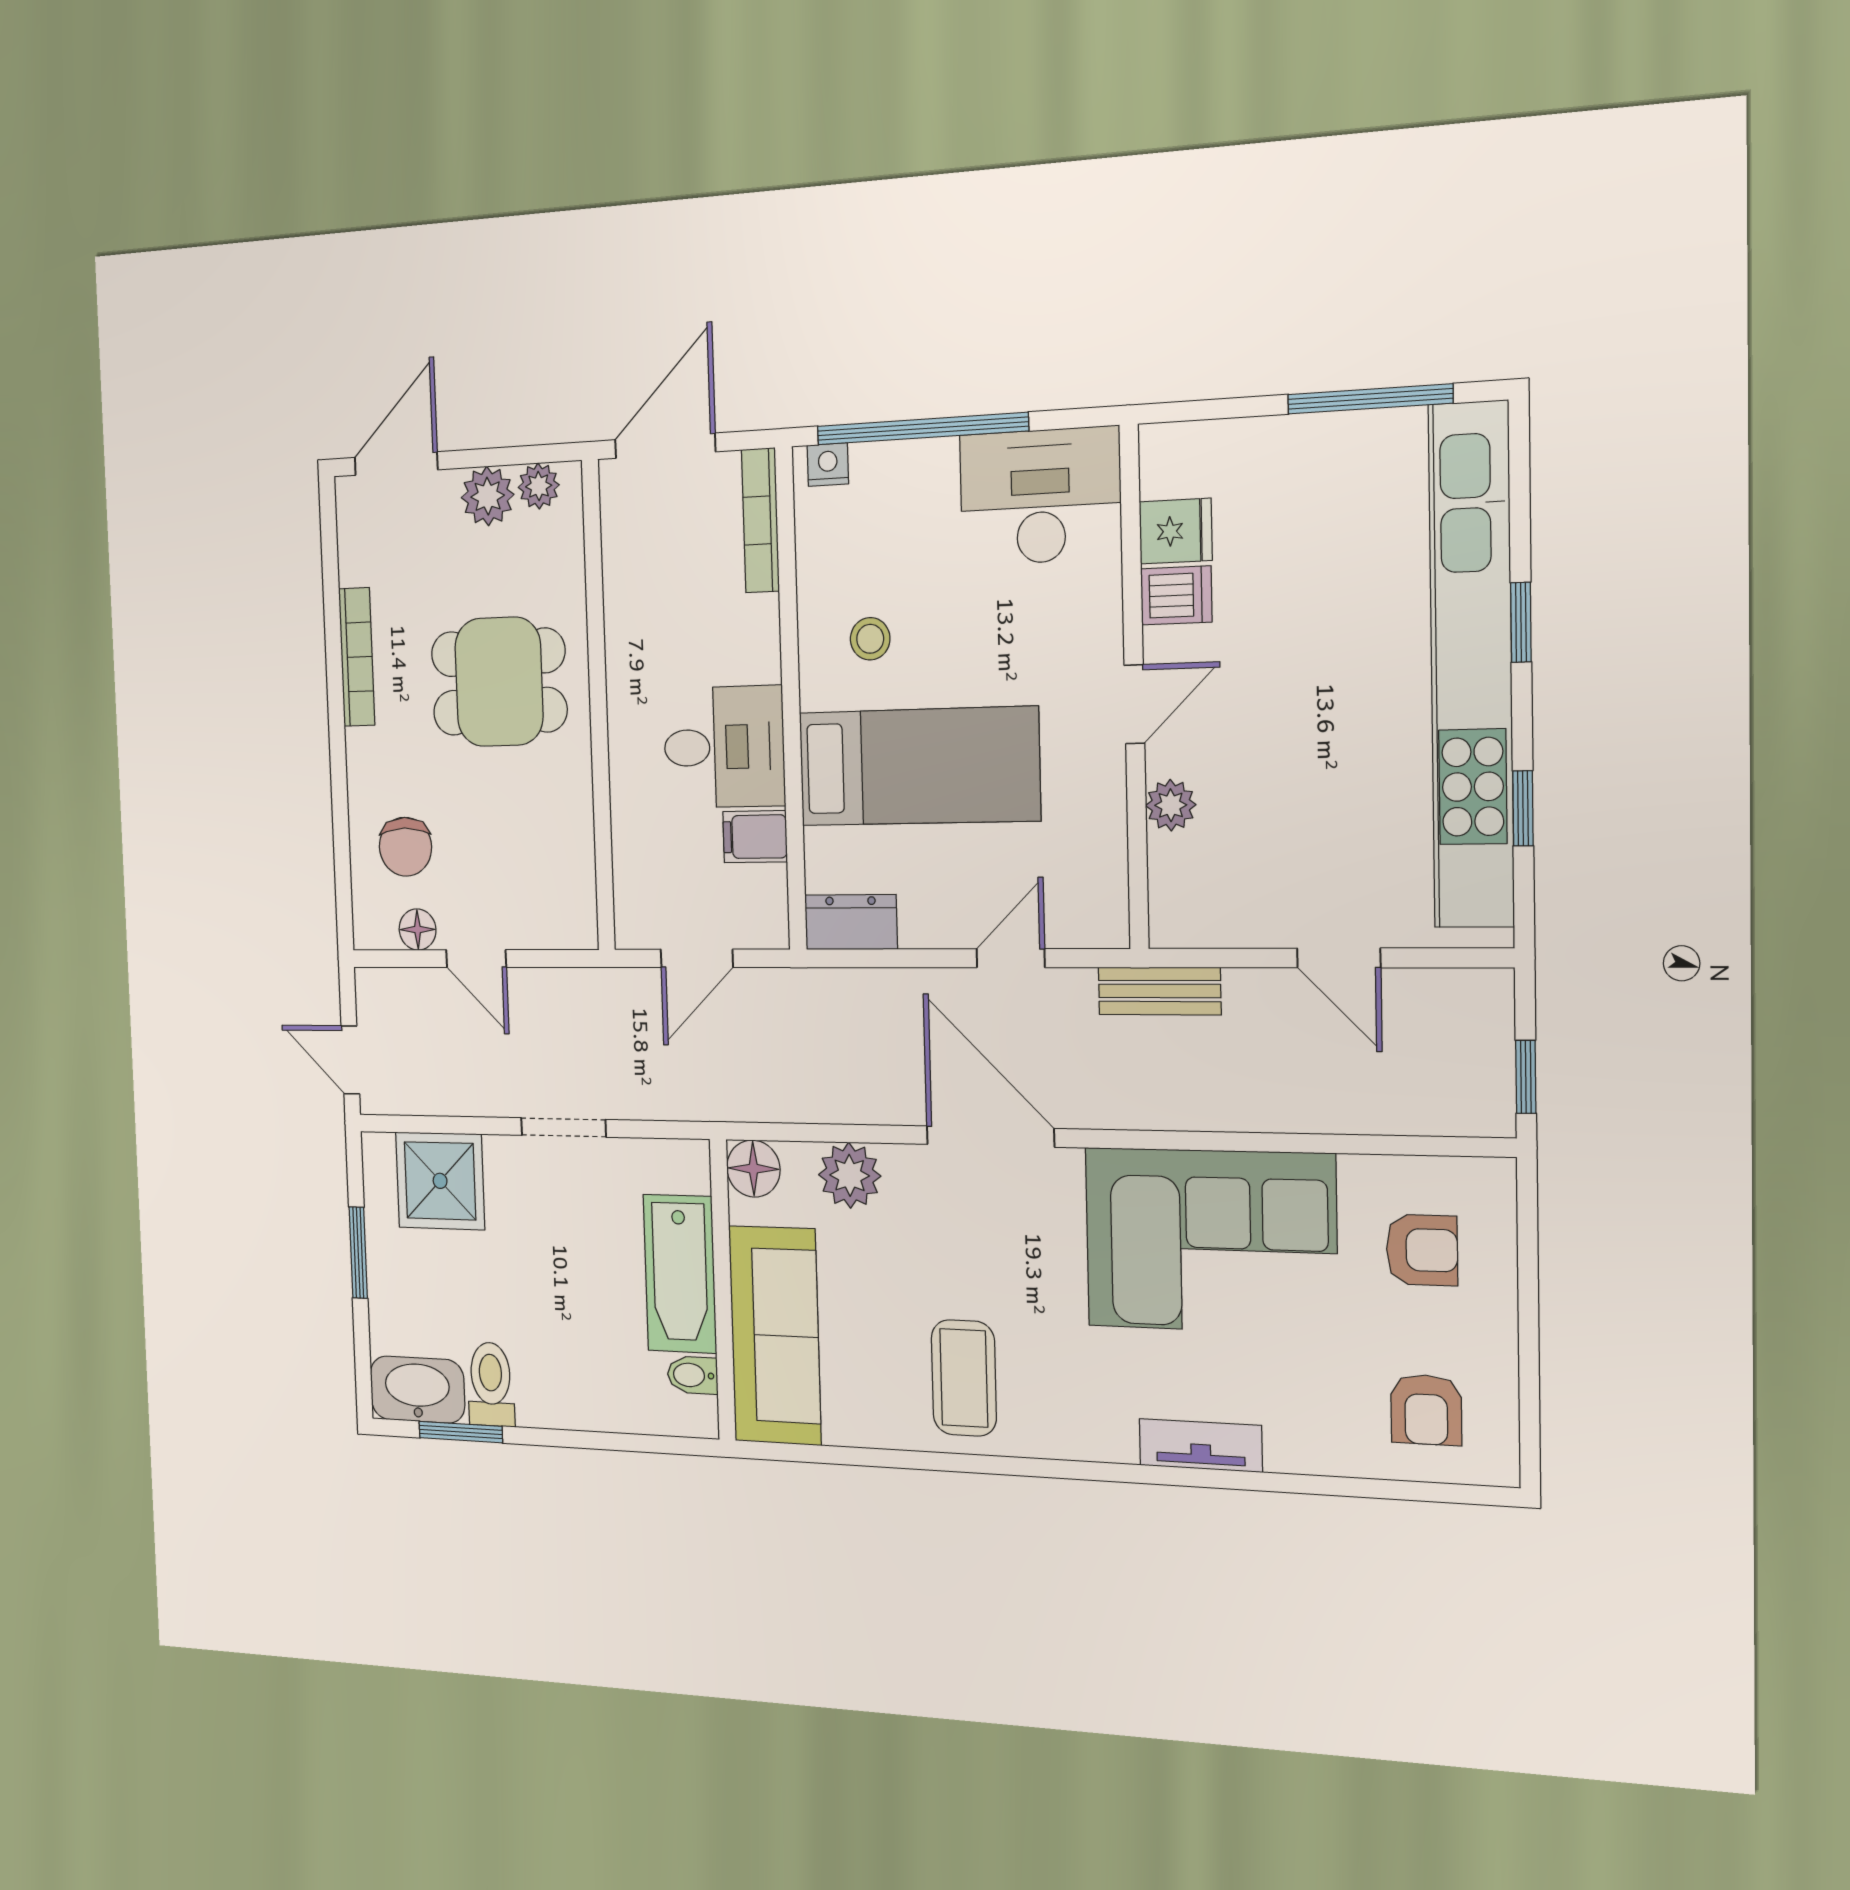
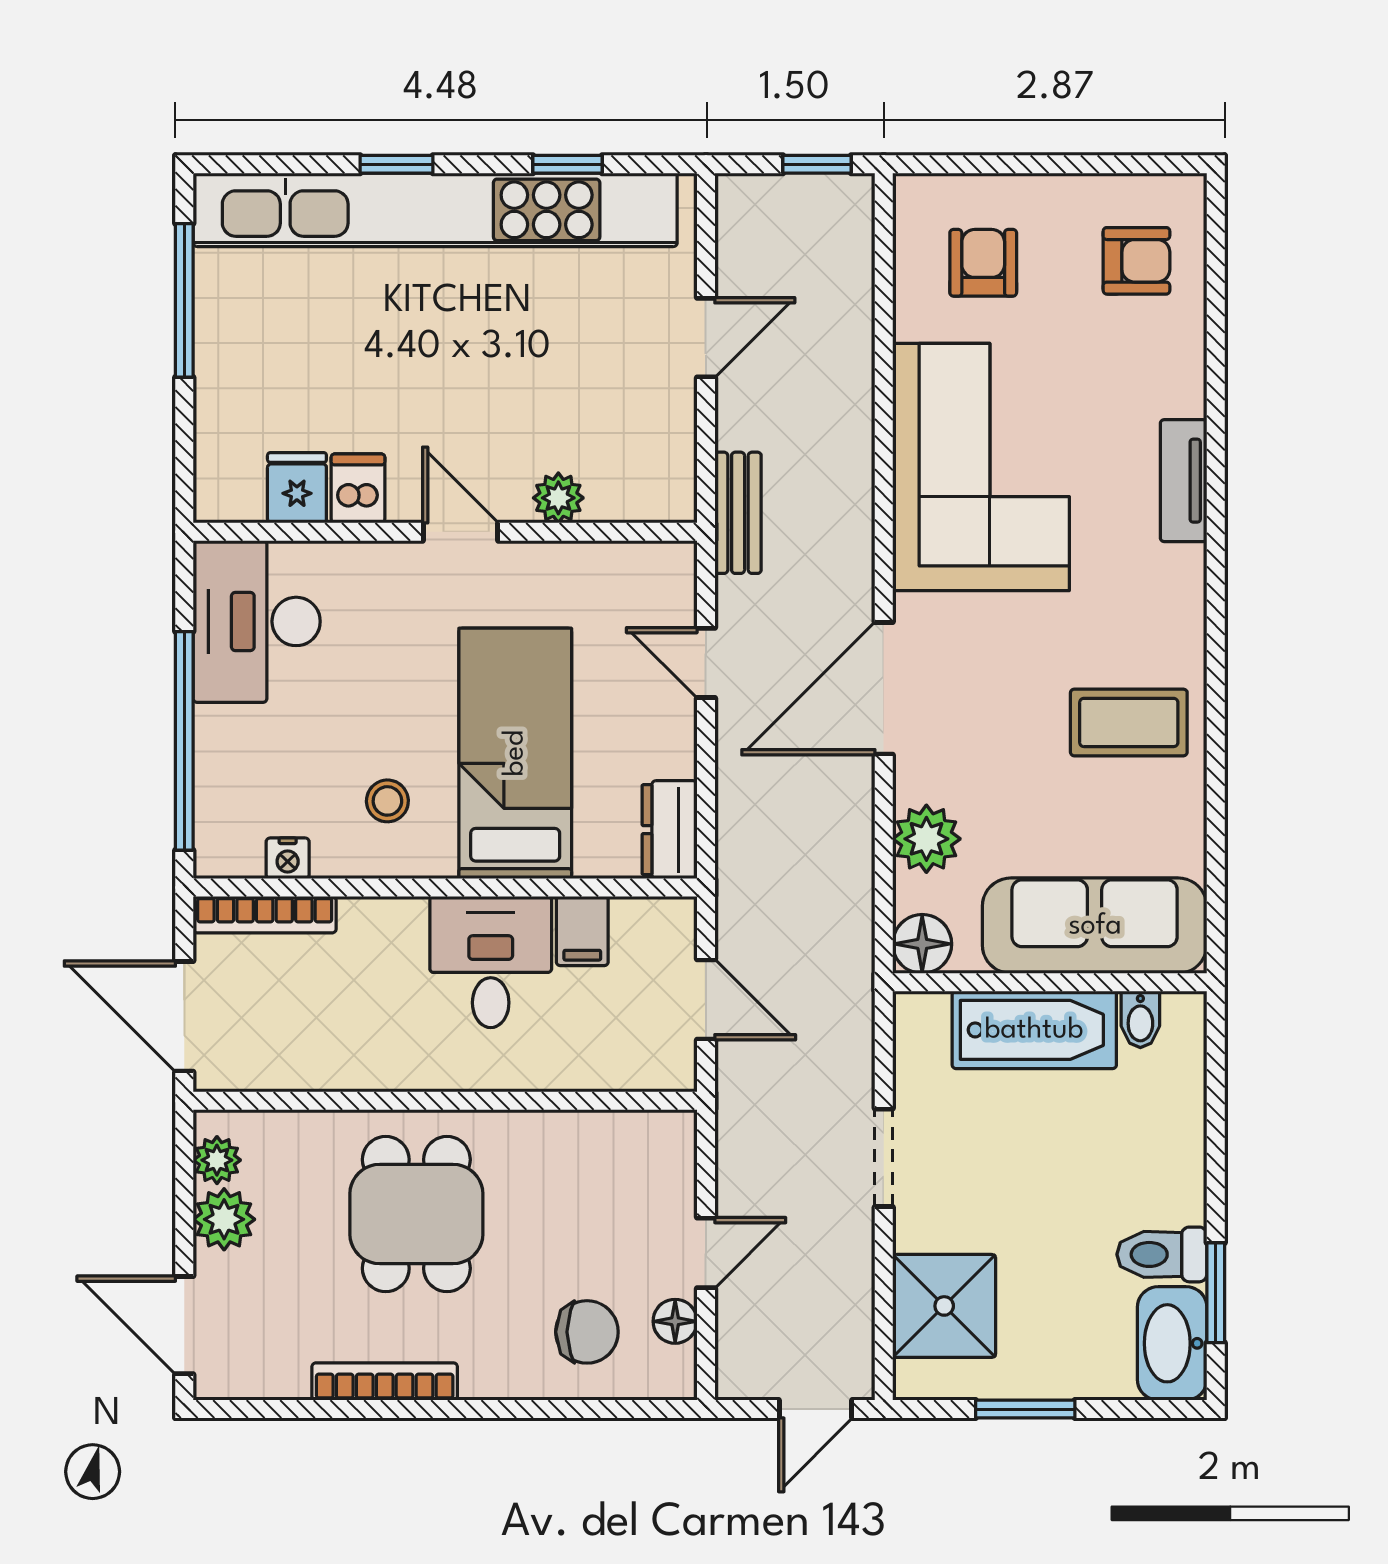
nightstand: (828, 465) -> (288, 858), moved, turned -90

